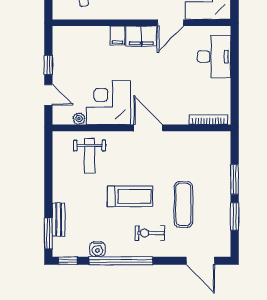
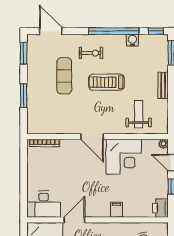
filing cabinet: (141, 36) -> (98, 209), removed
printer: (62, 38) -> (160, 208), added
desk: (214, 57) -> (44, 204), moved, turned -90
plant: (79, 119) -> (163, 144), moved
window: (235, 217) -> (24, 53), moved
bench: (59, 220) -> (163, 85), moved

